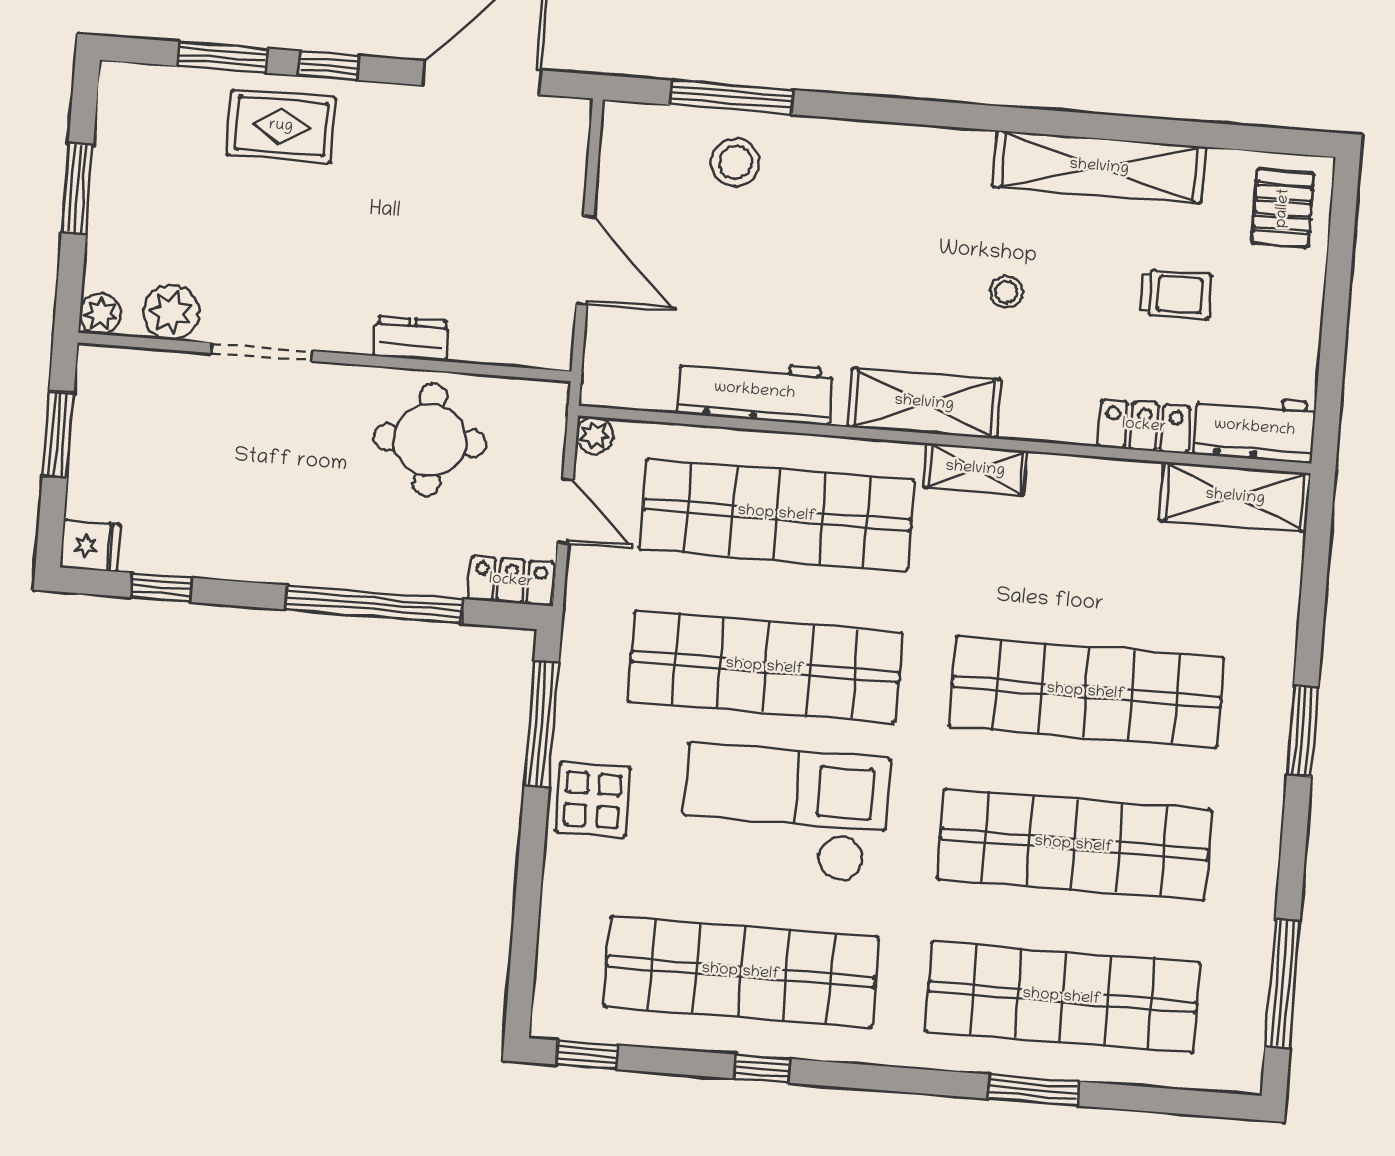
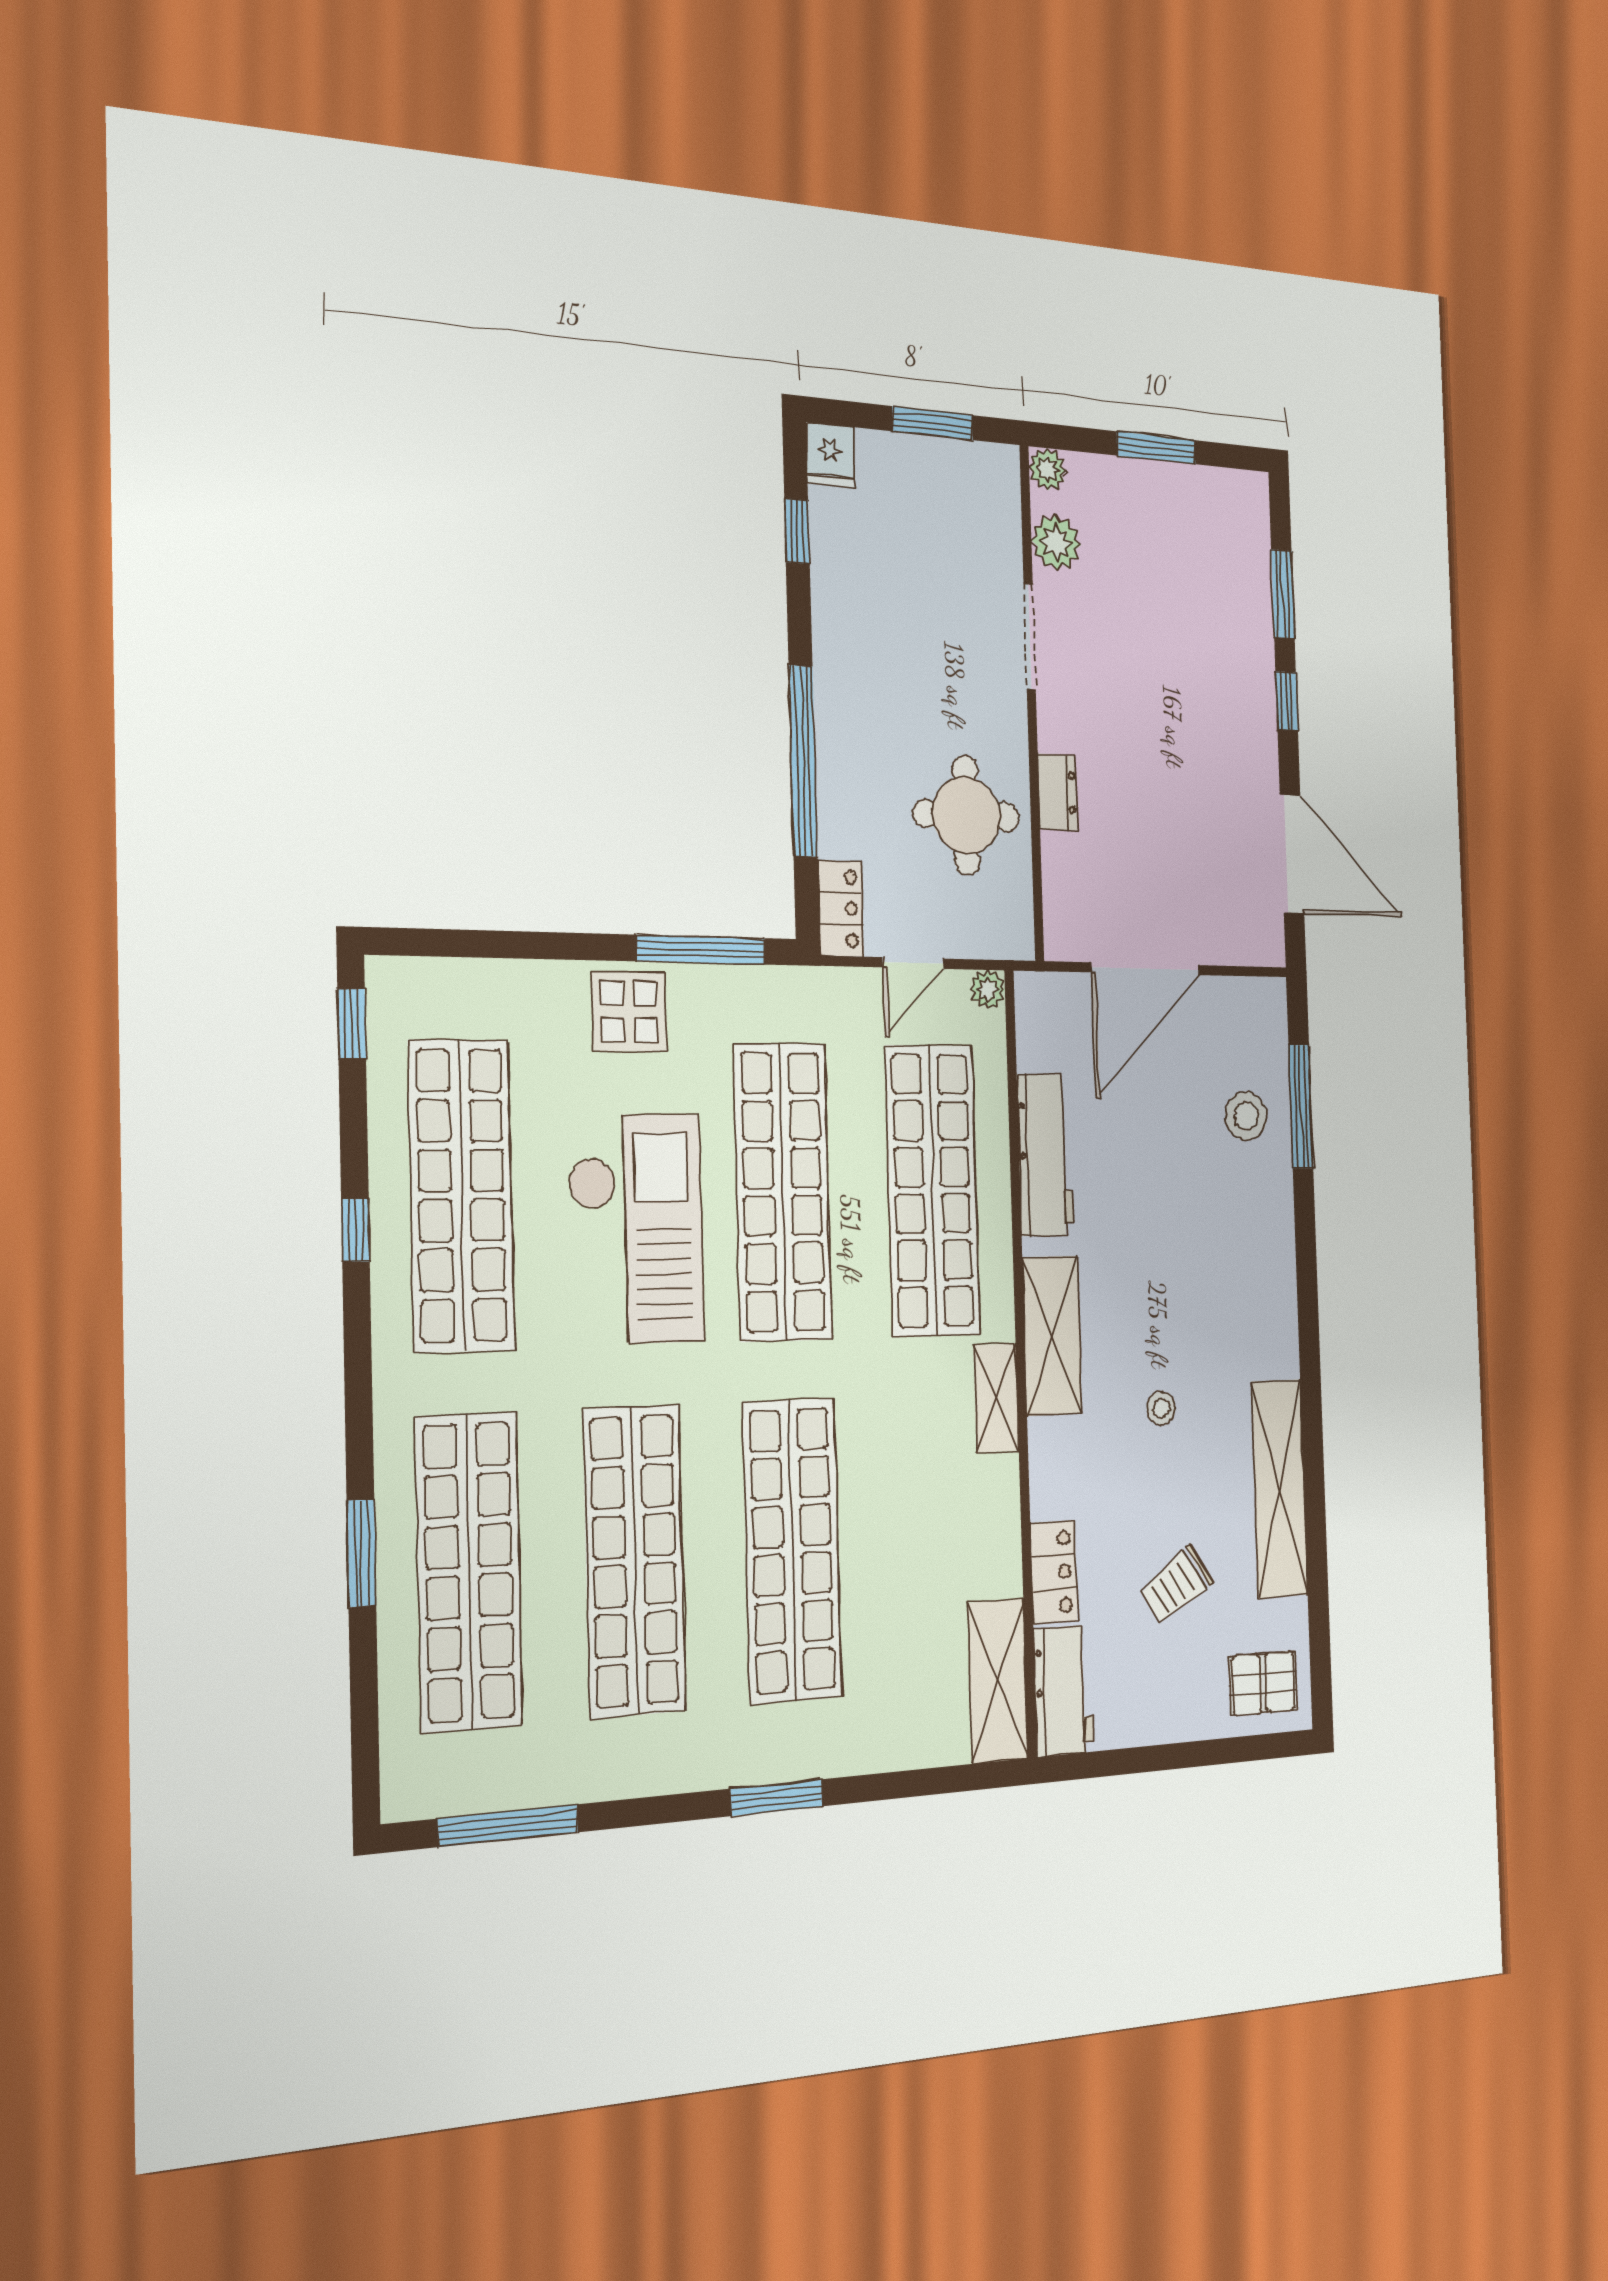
rug: (281, 126) -> (1231, 654), removed
door: (585, 260) -> (1146, 969), width x1.36
trolley: (1175, 294) -> (1177, 1585), turned 57

